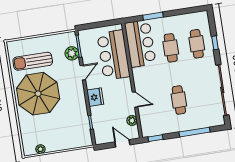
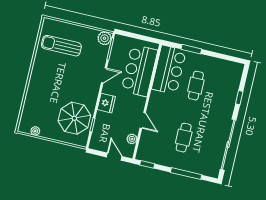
cafe table: (197, 44) -> (222, 92), removed
plant: (72, 53) -> (105, 38), moved
parasol: (38, 94) -> (74, 118), moved, width x0.73, depth x0.73

